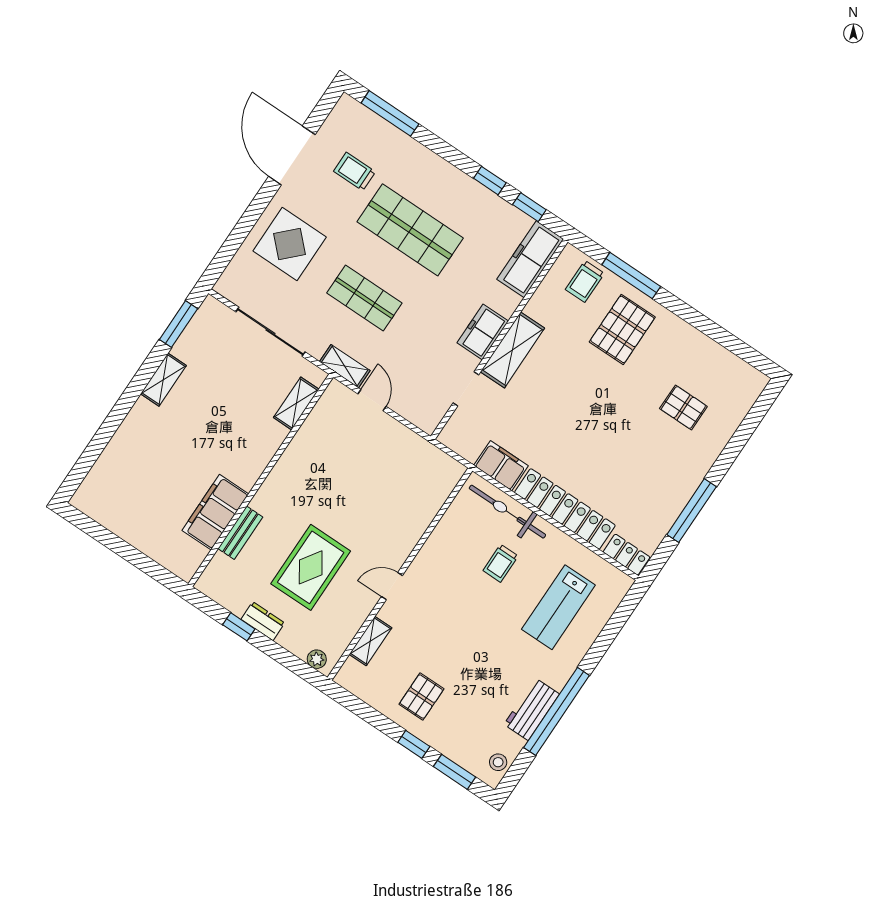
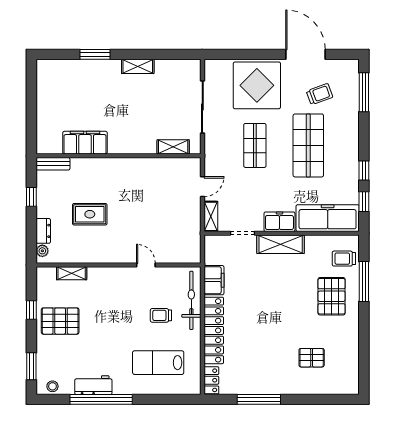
door: (292, 155) -> (305, 54), hinge flipped
trolley: (355, 171) -> (320, 94), turned 70
display table: (290, 244) -> (257, 85), width x1.36, depth x1.36
freezer: (530, 259) -> (328, 218), width x1.36, depth x1.26
window: (179, 324) -> (95, 54), moved
pallet: (622, 329) -> (332, 296), turned 90
shelving: (345, 366) -> (211, 216), moved
pallet: (683, 407) -> (312, 358), turned 90
bench: (240, 533) -> (53, 164), moved
rug: (311, 567) -> (90, 214), width x0.73, depth x0.70
door: (392, 586) -> (146, 265), moved
dresser: (263, 621) -> (43, 231), moved
pallet: (421, 697) -> (60, 321), width x1.50, depth x1.42
window: (414, 744) -> (31, 310), moved

